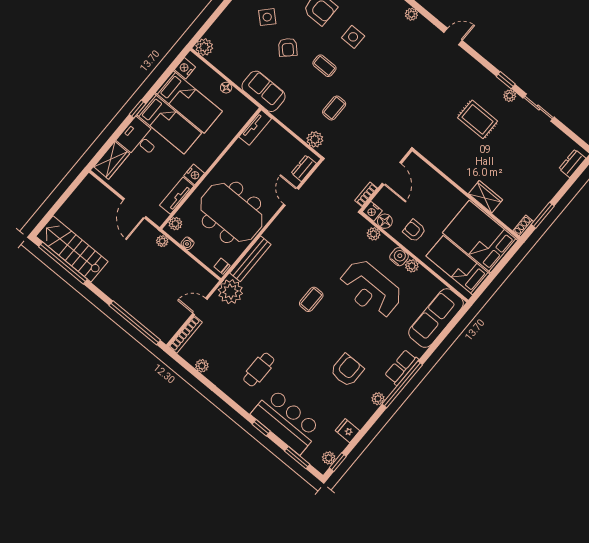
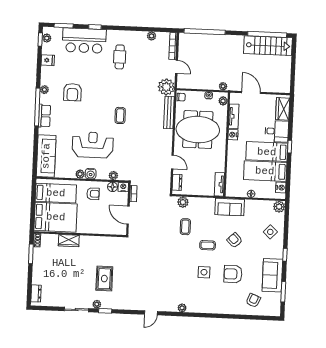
side table: (267, 17) -> (270, 232), moved
rug: (478, 119) -> (104, 279), turned 90
door: (200, 306) -> (177, 67), hinge flipped

